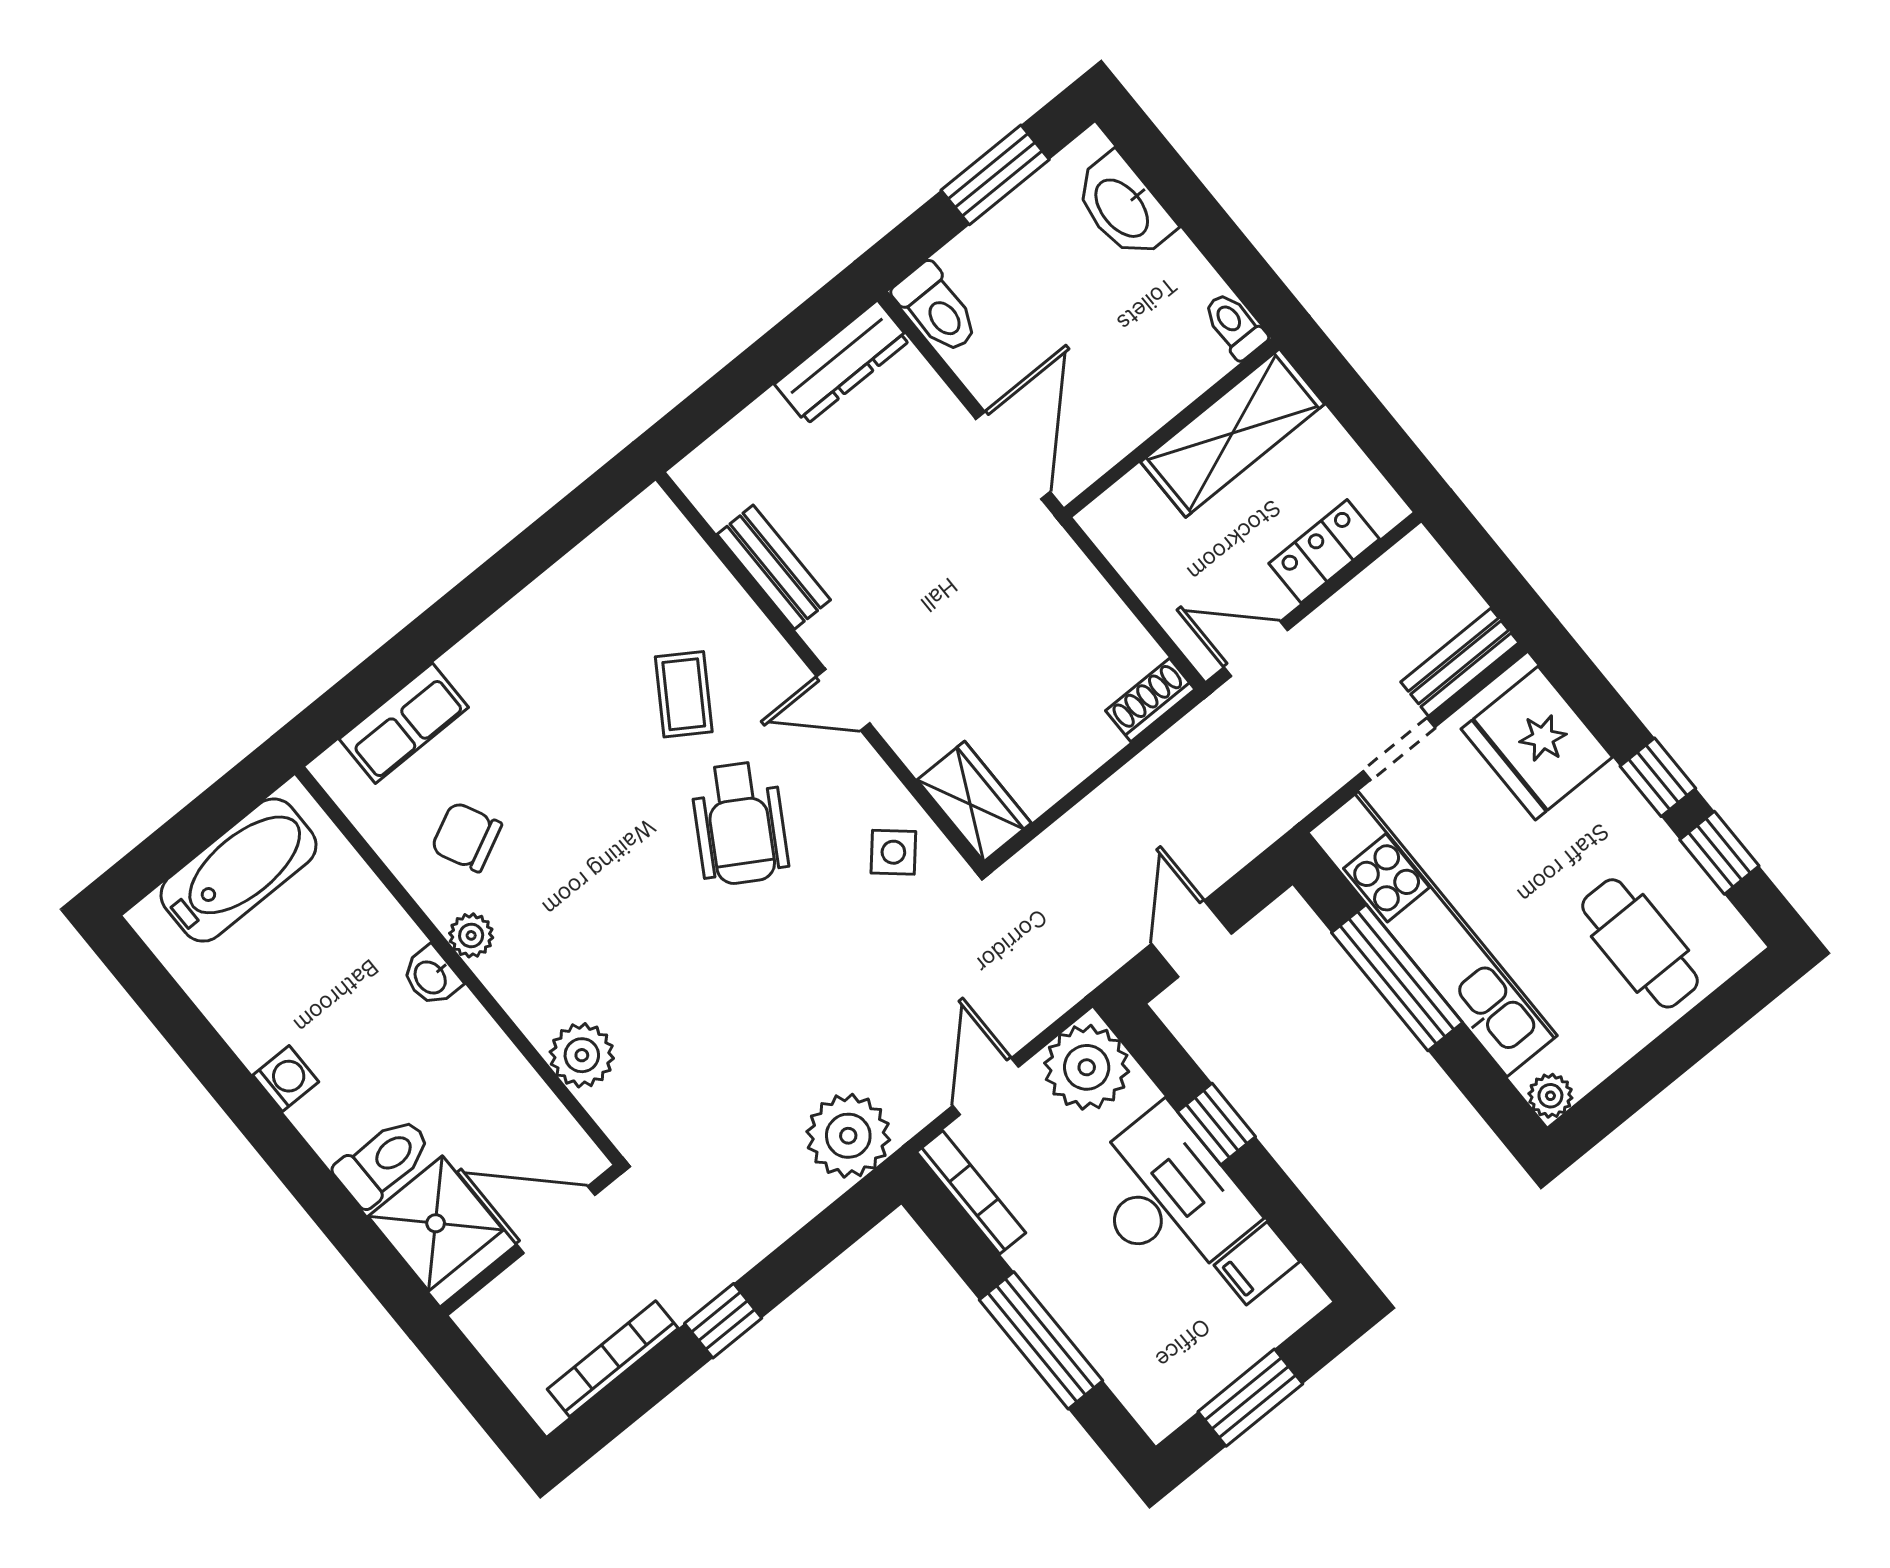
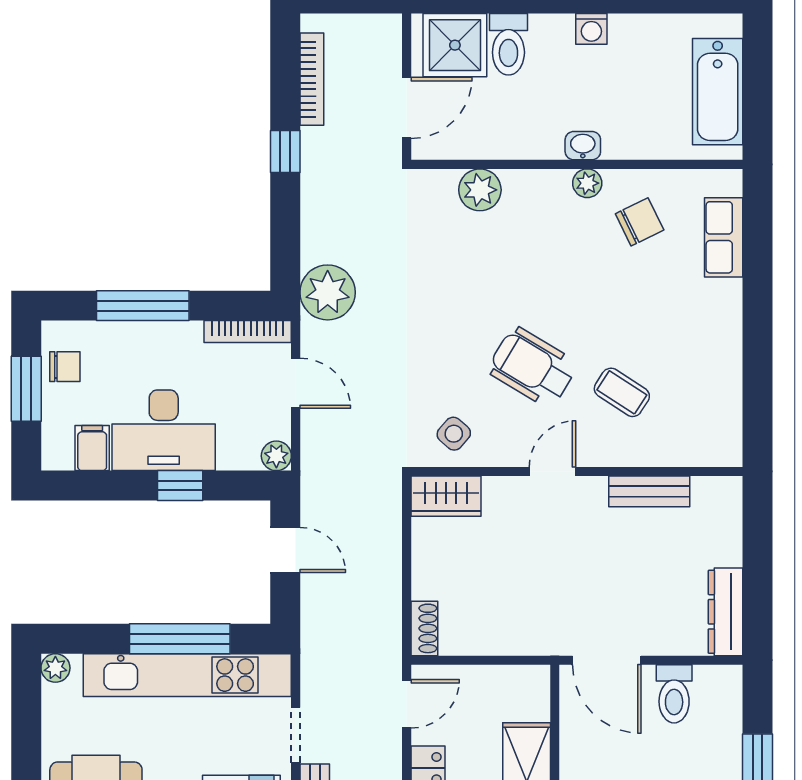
toilet: (937, 309) -> (674, 694), moved, turned -90
plant: (1087, 1067) -> (276, 456), width x0.53, depth x0.53
chair: (1187, 1373) -> (65, 367), added

